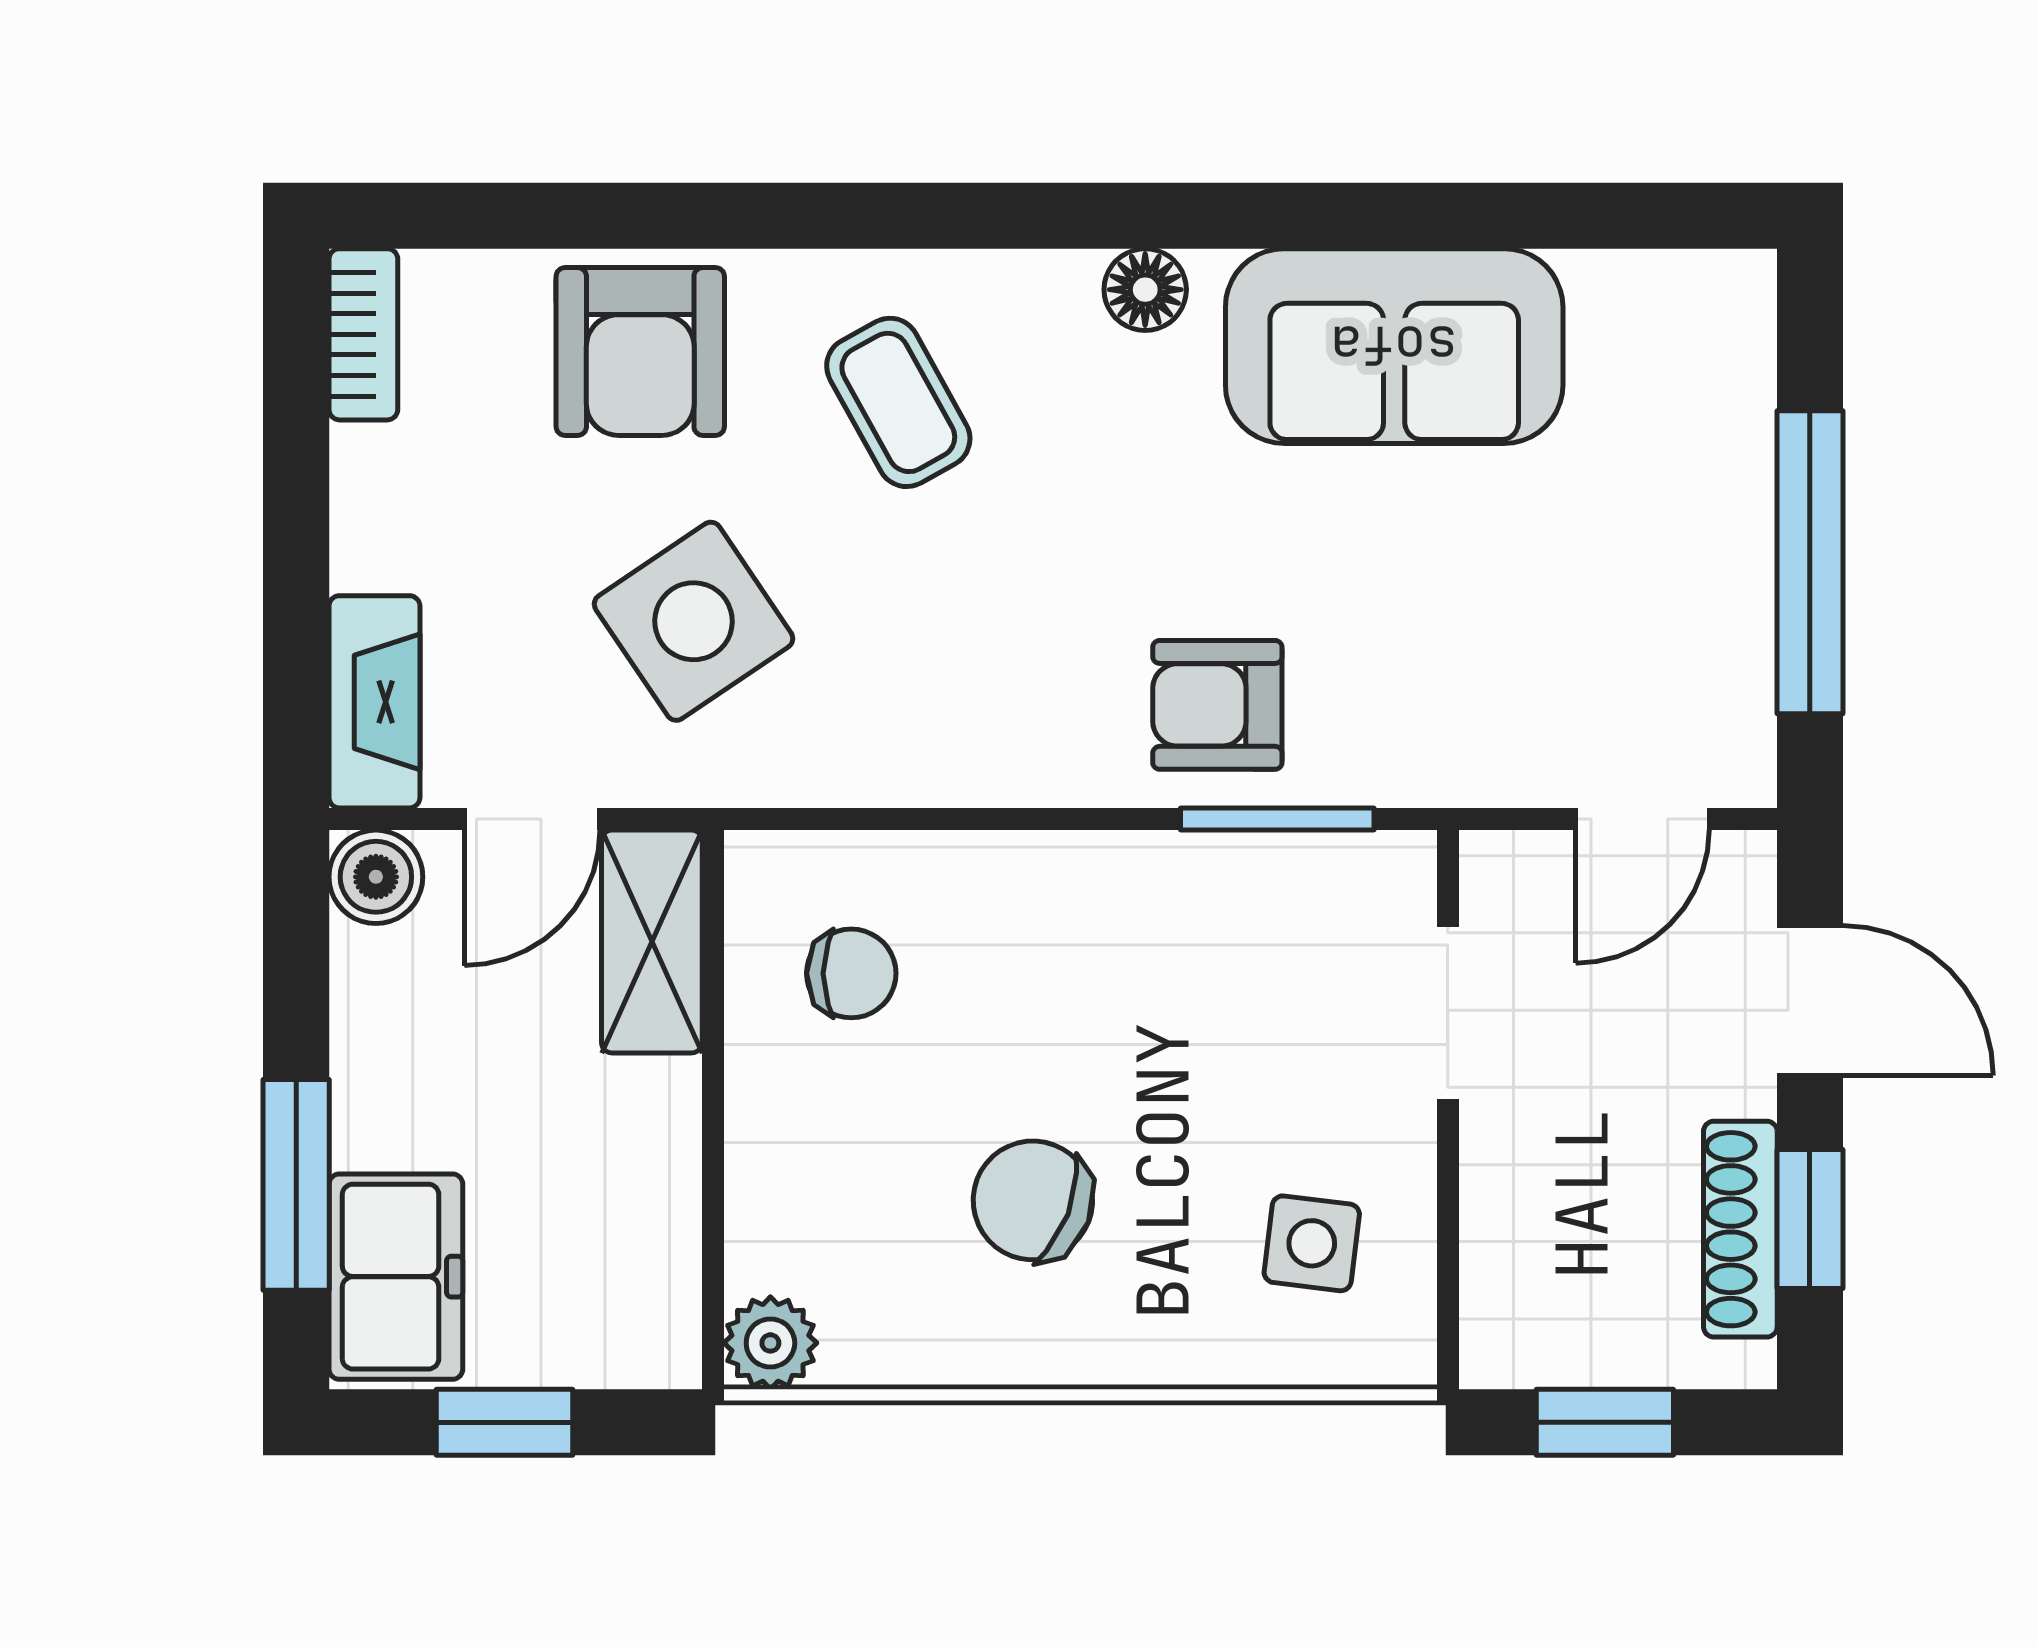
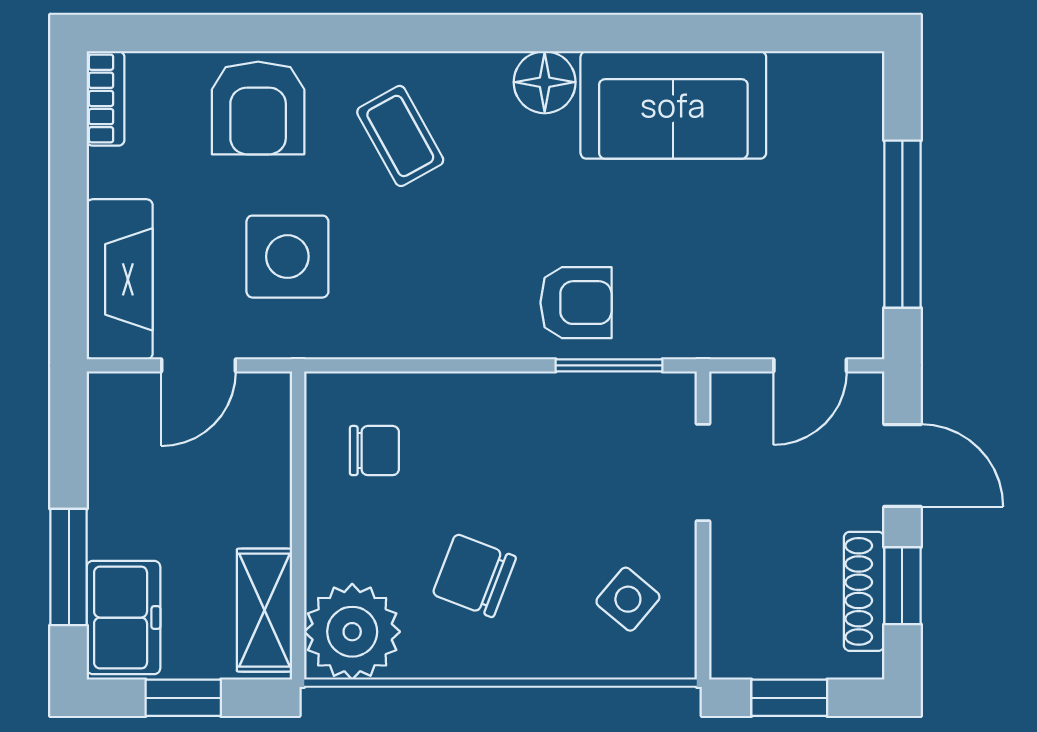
floor lamp: (1145, 290) -> (545, 82), width x1.37, depth x1.37
side table: (694, 621) -> (287, 257), turned 34
fireplace: (374, 702) -> (120, 279), width x1.37, depth x1.32
armchair: (1217, 705) -> (576, 303), turned 180
boiler: (376, 877) -> (112, 397), removed
shelving: (652, 942) -> (264, 610), moved
side table: (1312, 1243) -> (628, 599), turned 33
plant: (770, 1343) -> (352, 632), width x1.87, depth x1.87

